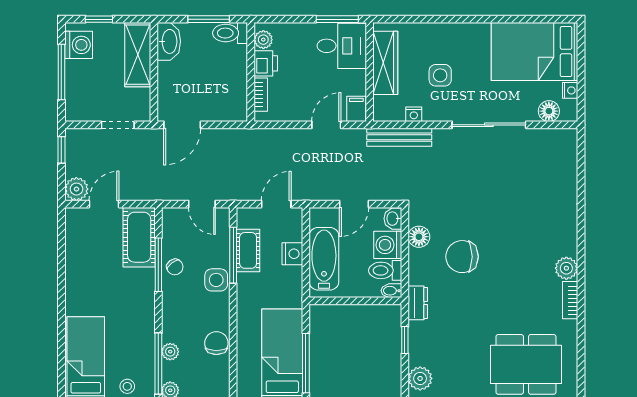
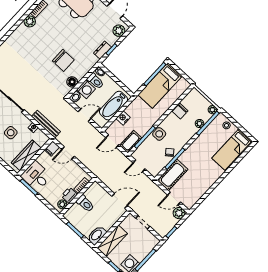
toilet: (230, 33) -> (85, 204), moved
door: (202, 204) -> (139, 166), swing flipped
cot: (248, 250) -> (131, 142), moved
dresser: (418, 303) -> (102, 50), moved

